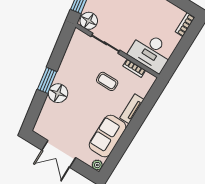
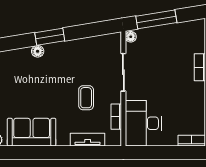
floor lamp: (89, 21) -> (131, 37), width x0.53, depth x0.53
floor lamp: (58, 93) -> (38, 51), width x0.53, depth x0.53
tv unit: (132, 109) -> (88, 140), moved

